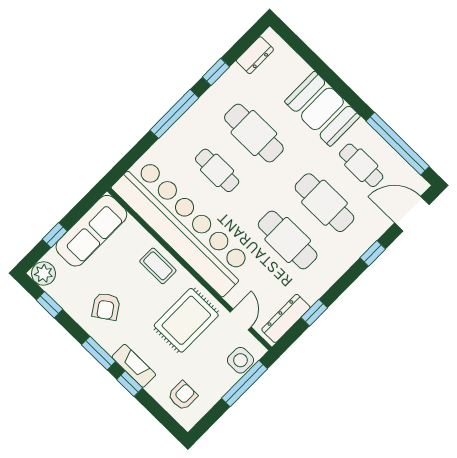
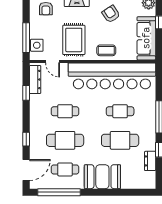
dresser: (255, 55) -> (150, 161), moved
cafe table: (288, 240) -> (65, 111), width x0.73, depth x0.74

